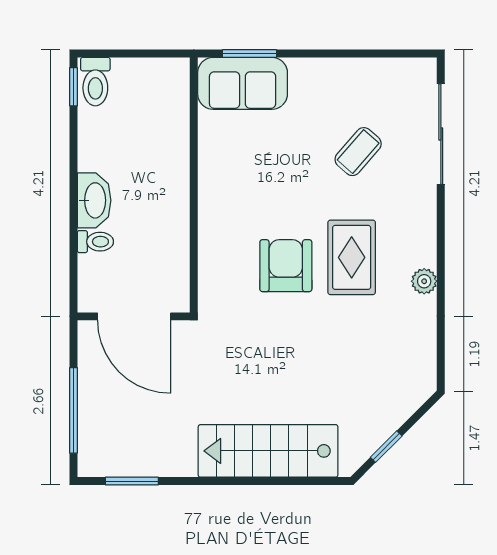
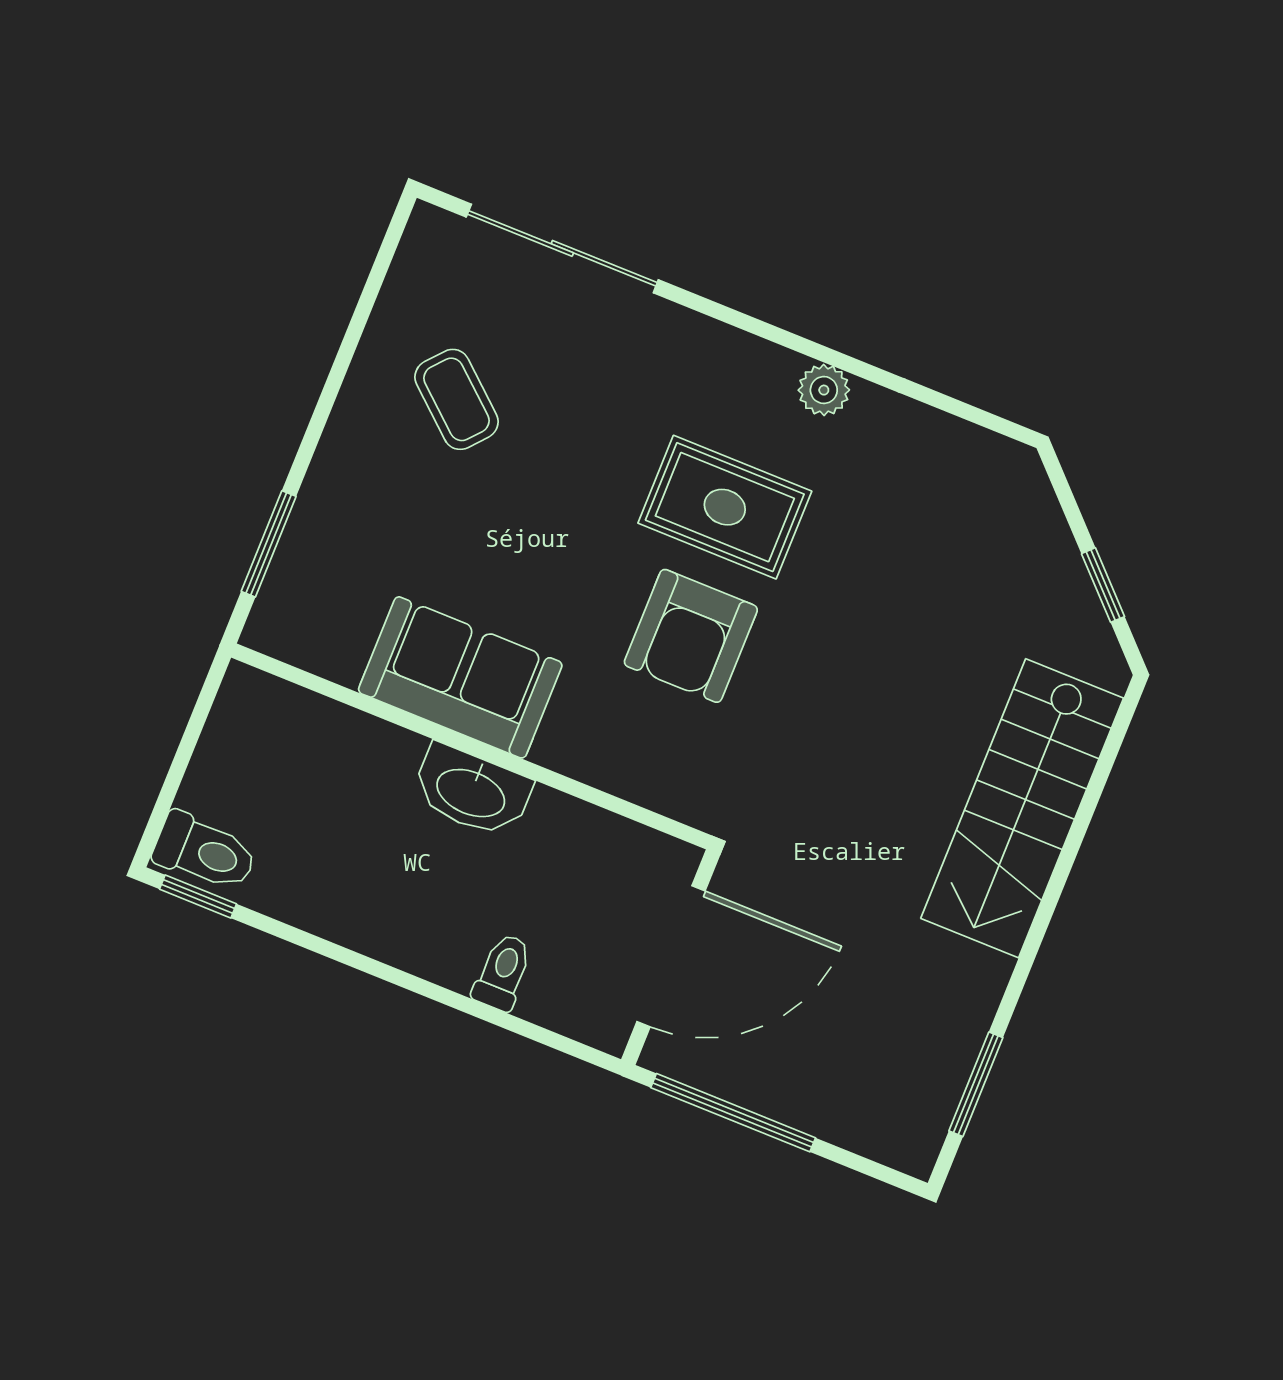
sofa: (243, 83) -> (460, 677), moved, turned -90
coffee table: (358, 152) -> (457, 399), moved
washbasin: (94, 200) -> (472, 791), moved, turned 180
armchair: (286, 266) -> (691, 636), turned -90
window: (73, 410) -> (733, 1113), moved

